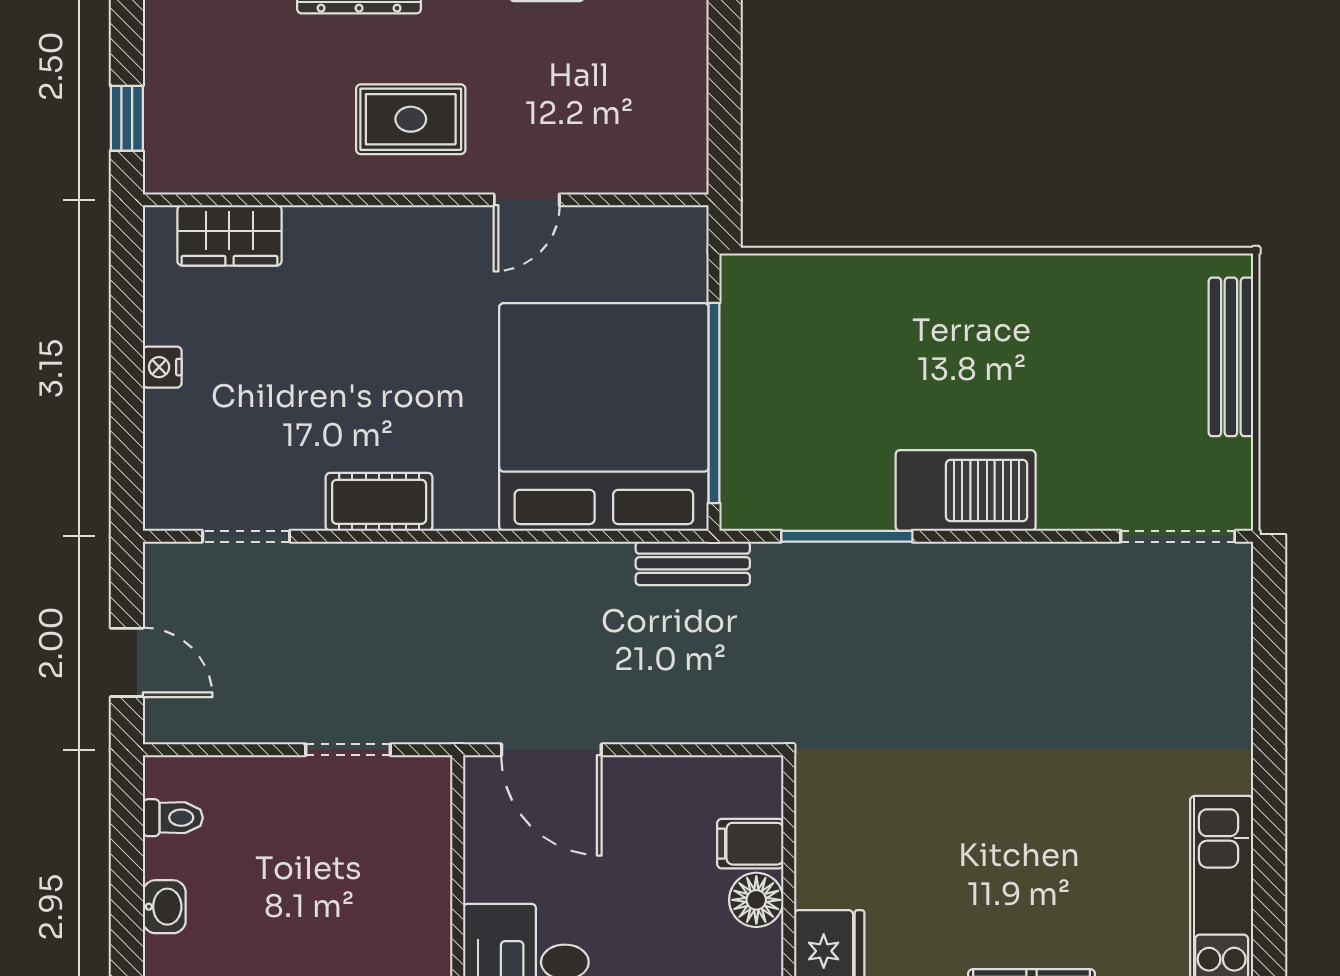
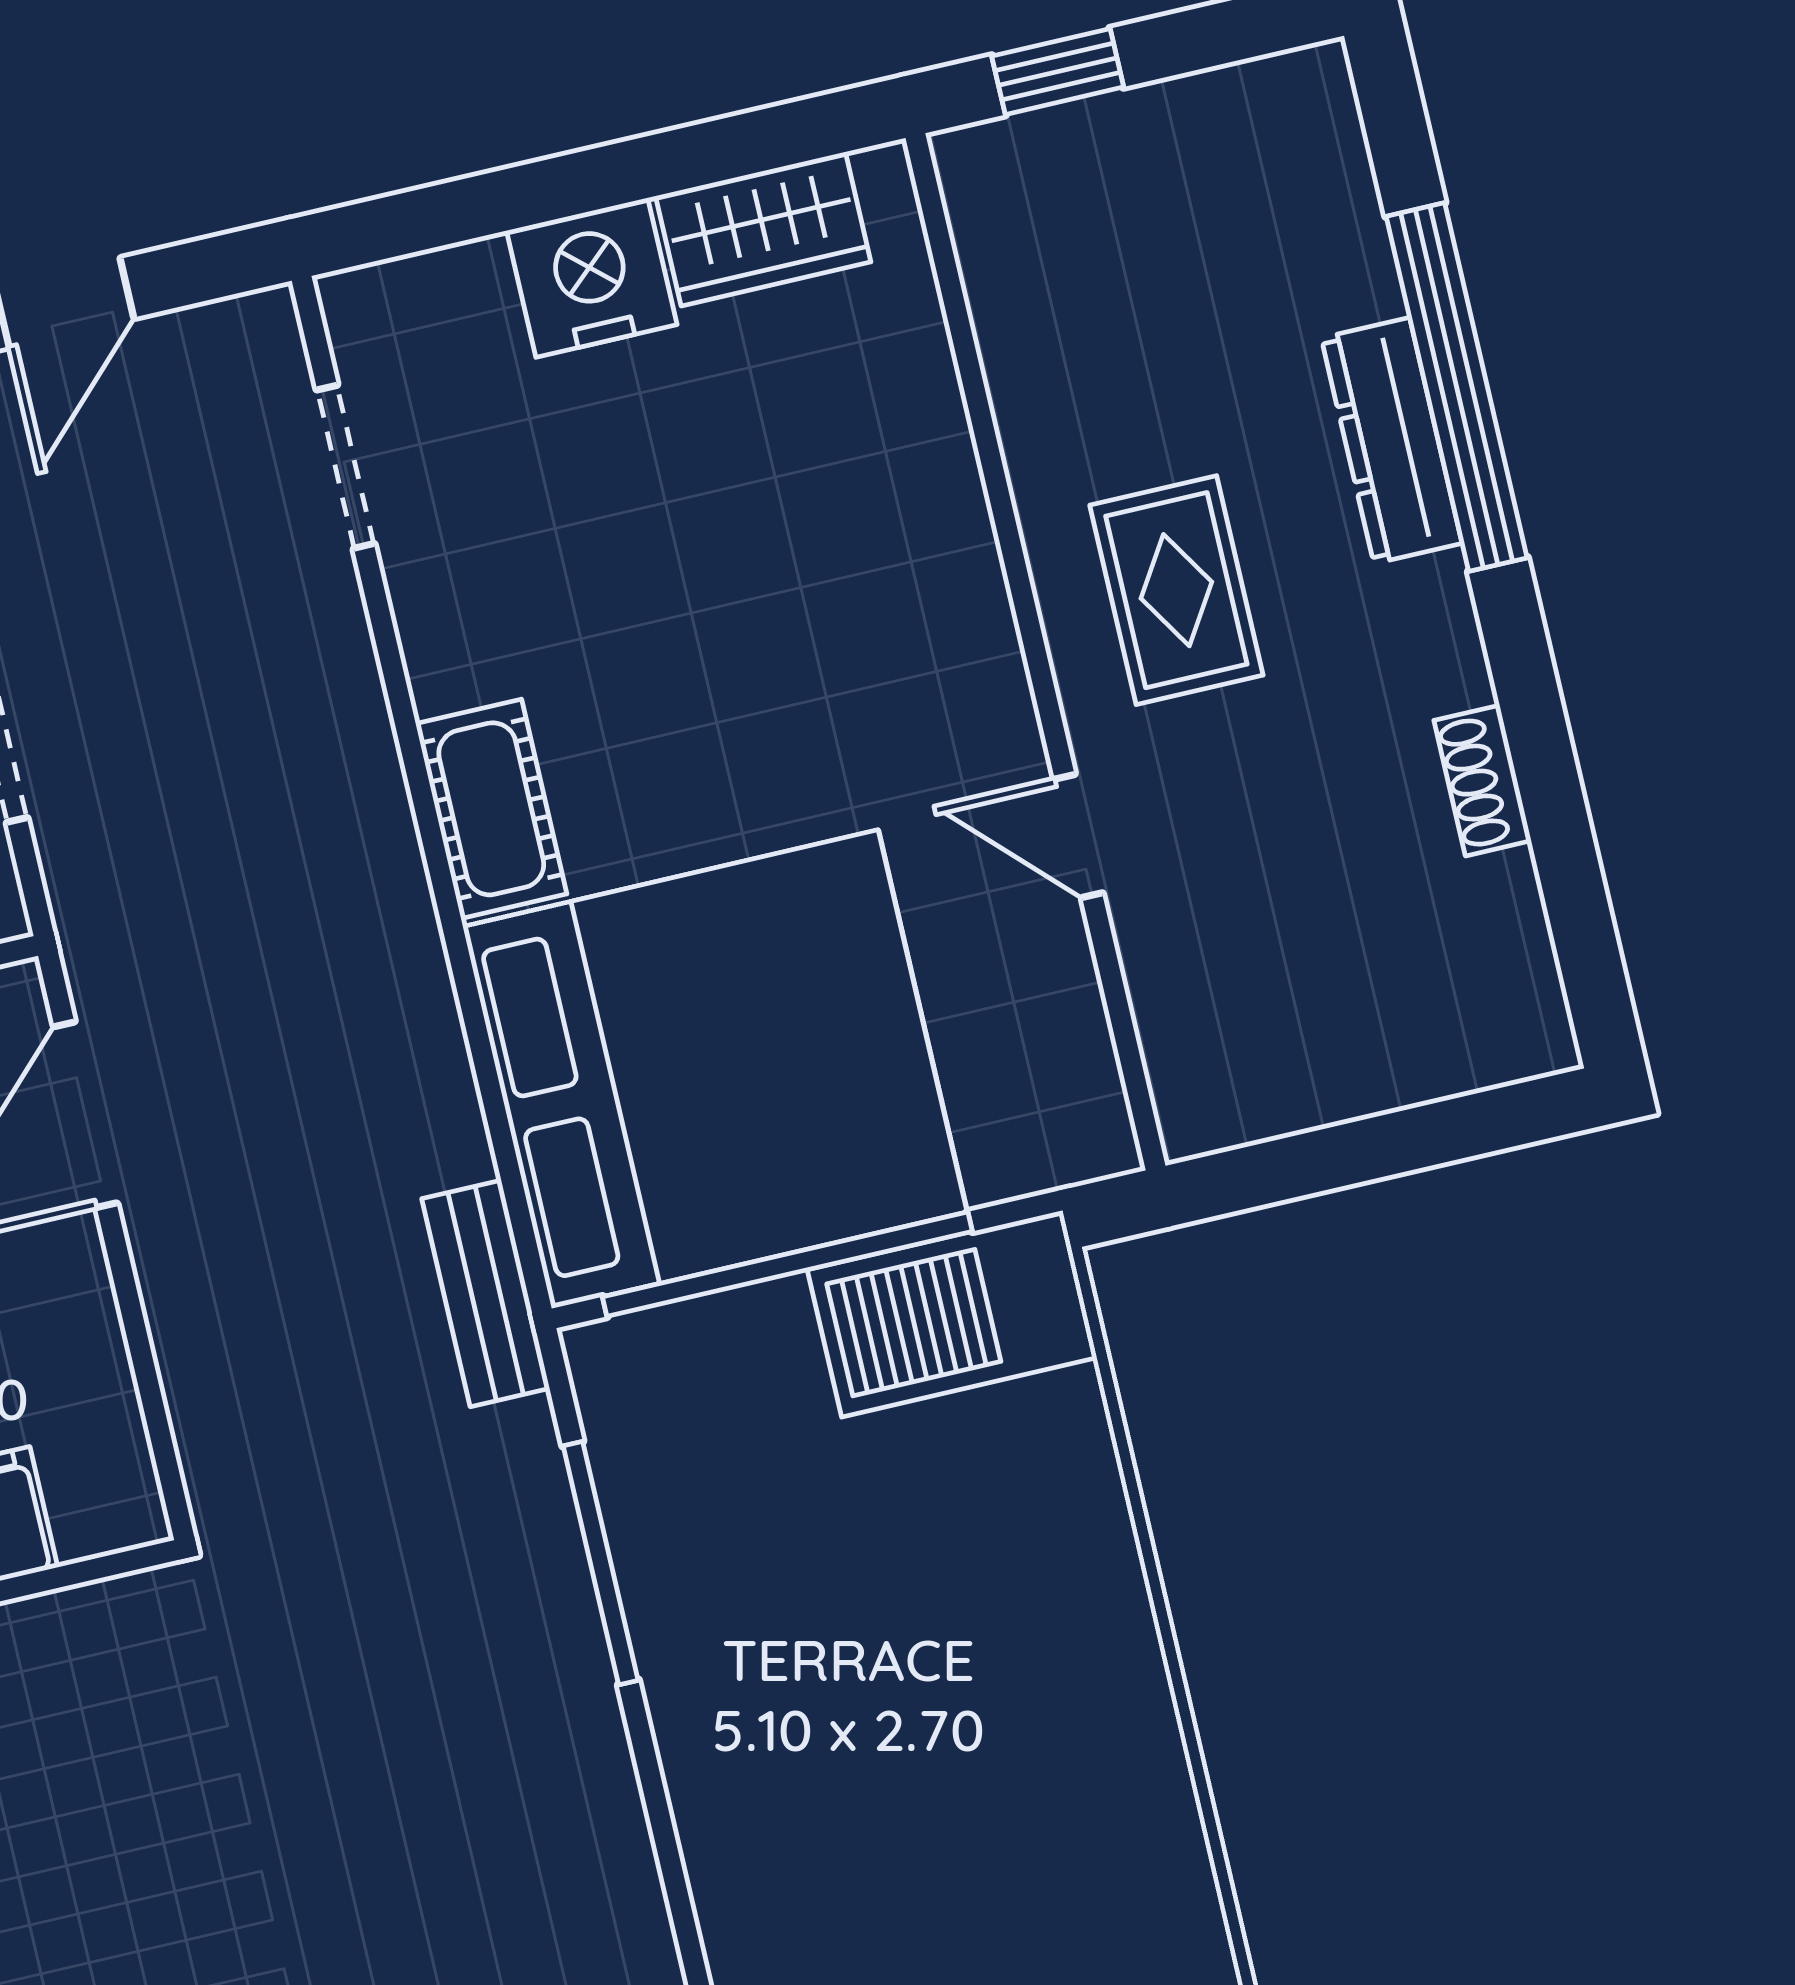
wardrobe: (229, 235) -> (763, 229), moved, turned -90
nightstand: (162, 367) -> (592, 278), width x1.89, depth x1.79
barbecue: (966, 490) -> (952, 1314), moved, turned 90
cot: (379, 502) -> (491, 809), moved

